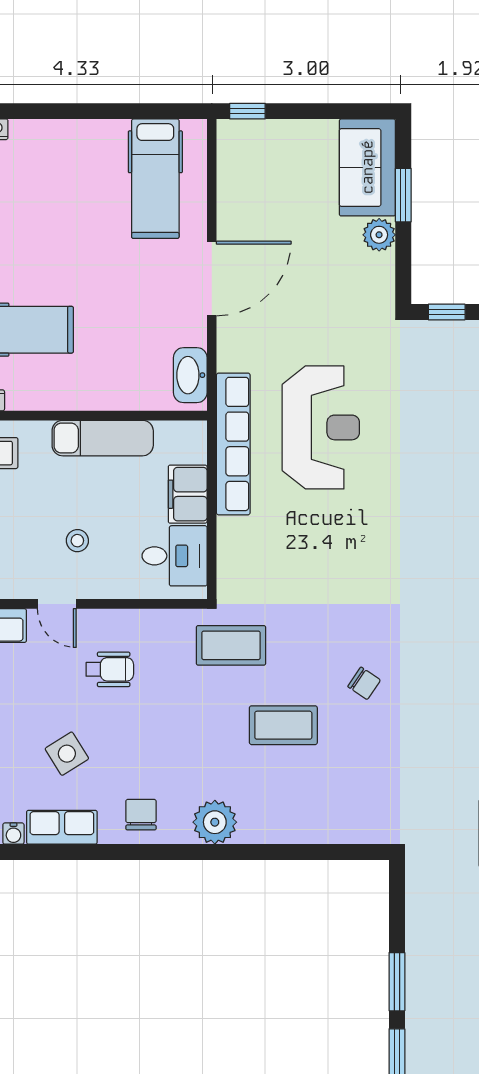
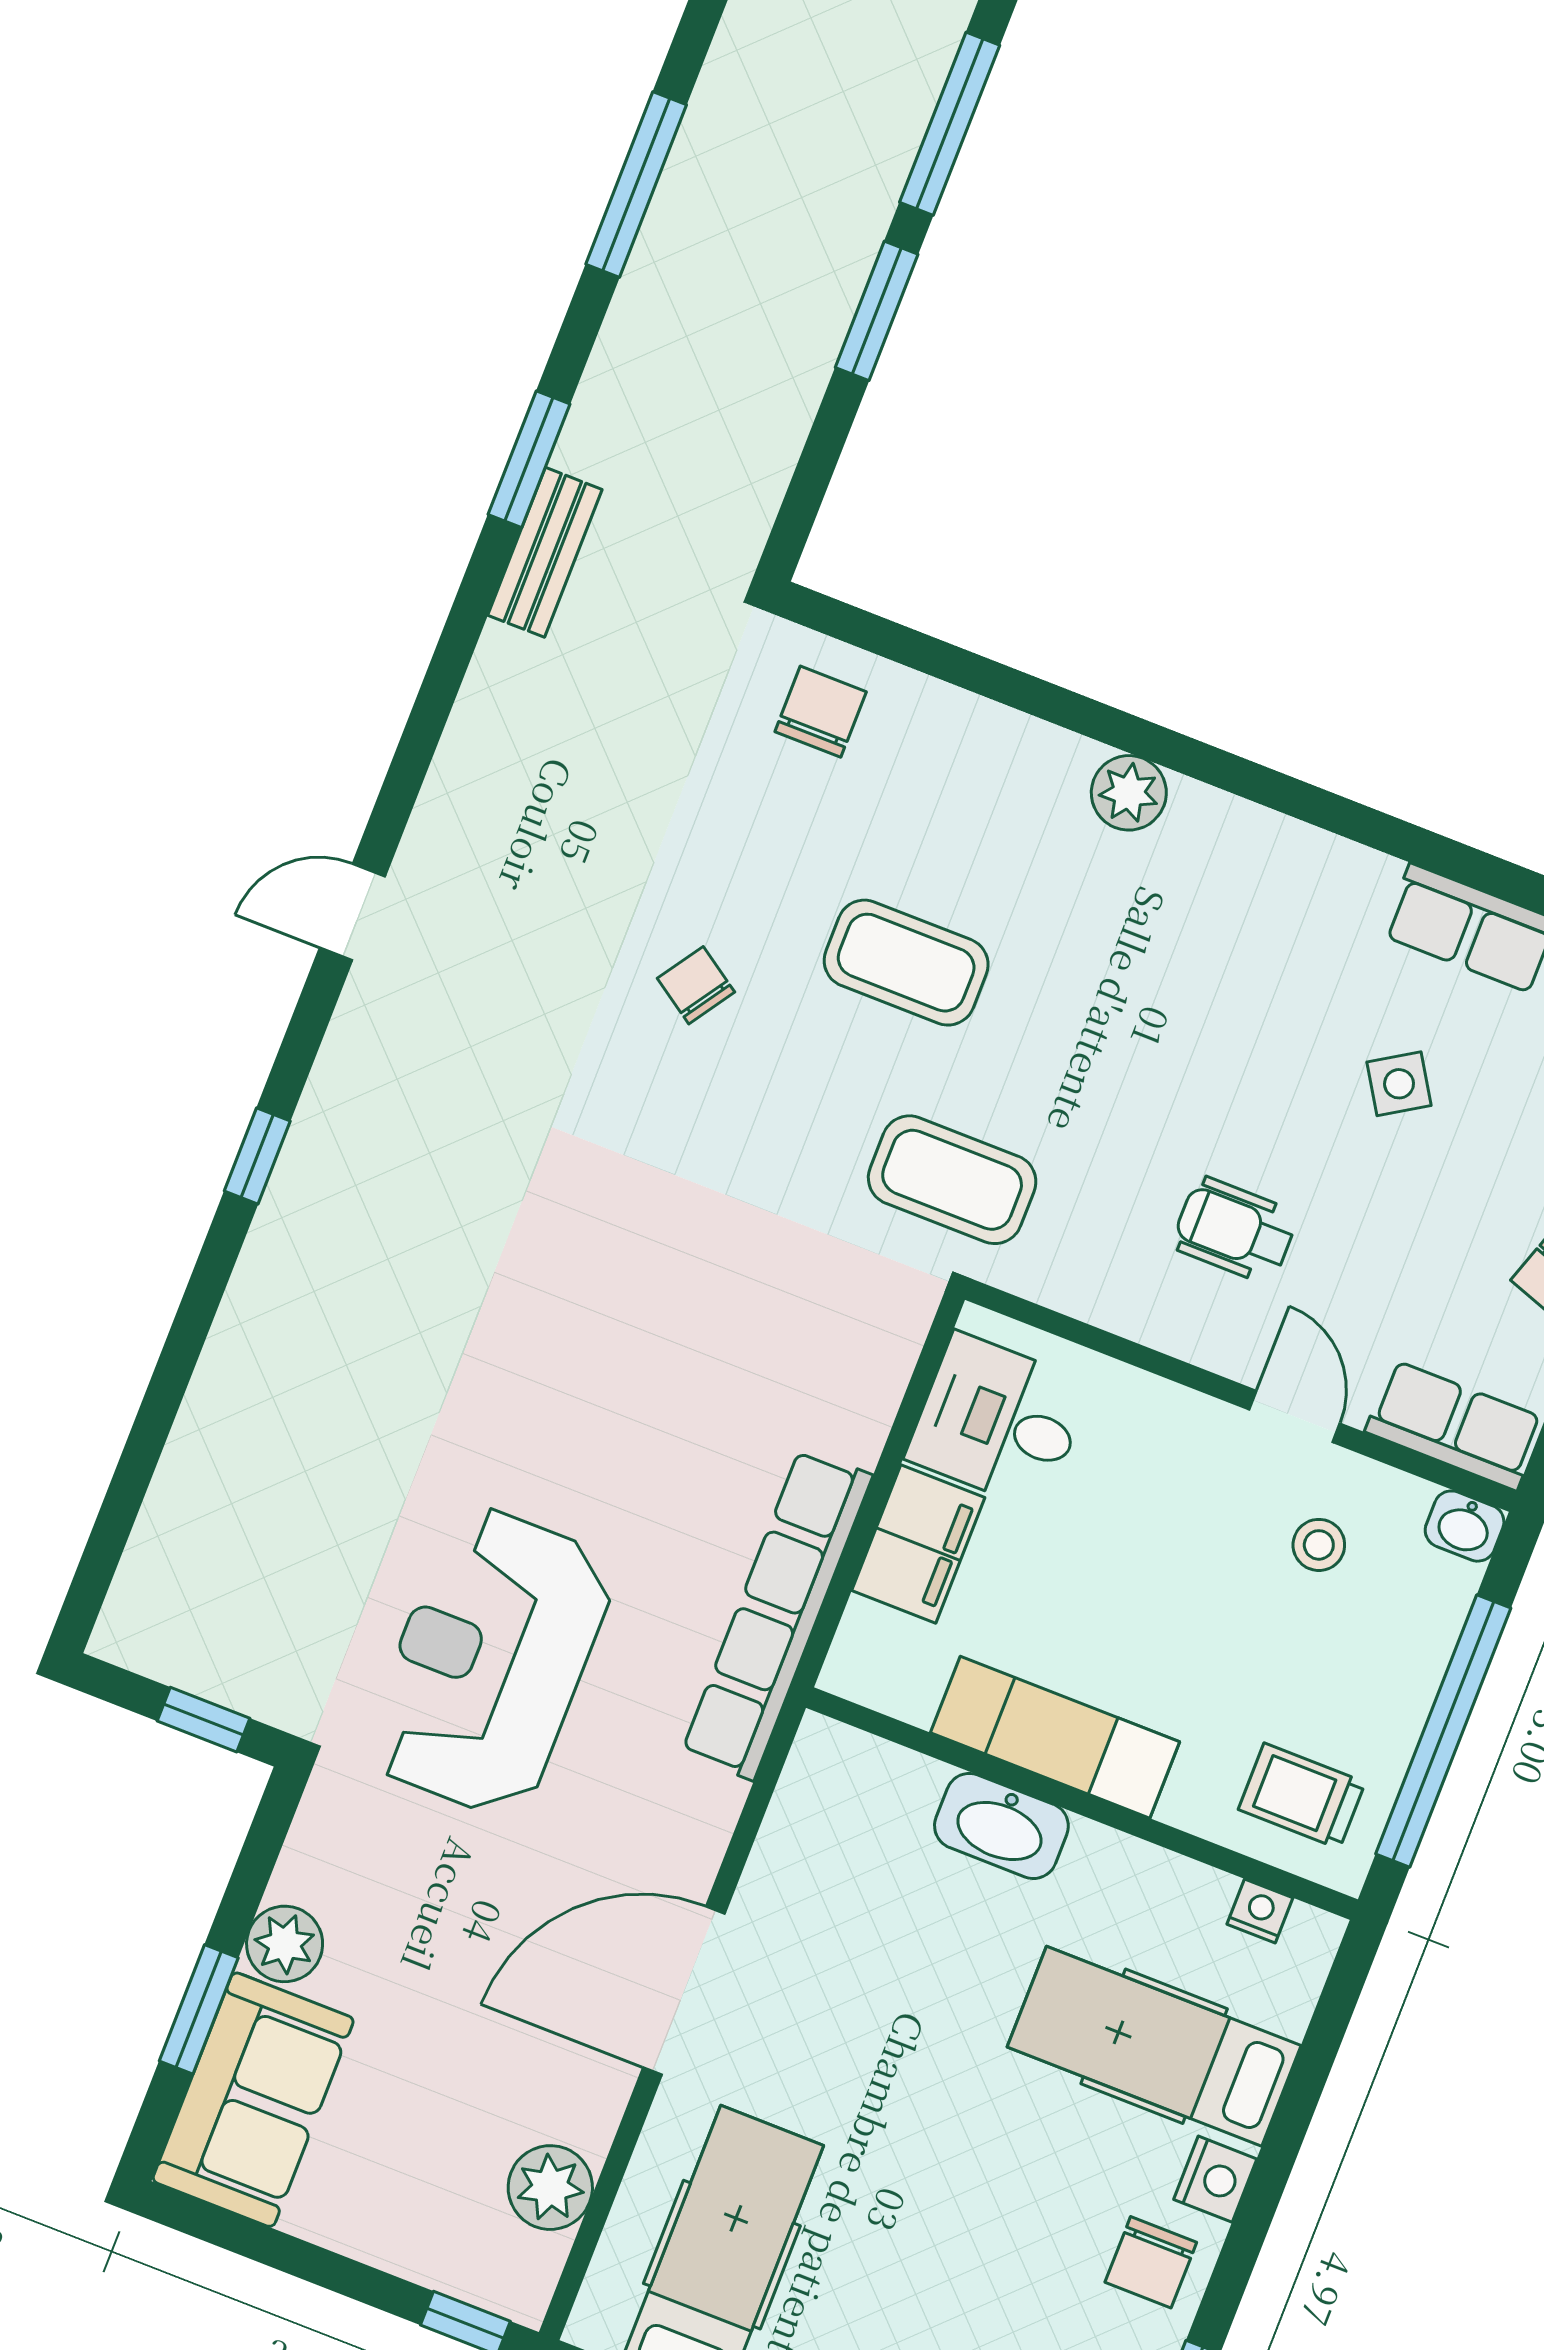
plant: (235, 179) -> (550, 2188), added
washbasin: (190, 375) -> (1001, 1826), moved, turned 90
reception desk: (321, 427) -> (489, 1661), moved
stool: (77, 541) -> (1319, 1545), moved
side table: (67, 754) -> (1399, 1084), width x0.73, depth x0.73
chair: (141, 815) -> (821, 712), moved, turned 180
plant: (215, 822) -> (1129, 793), width x0.73, depth x0.73

